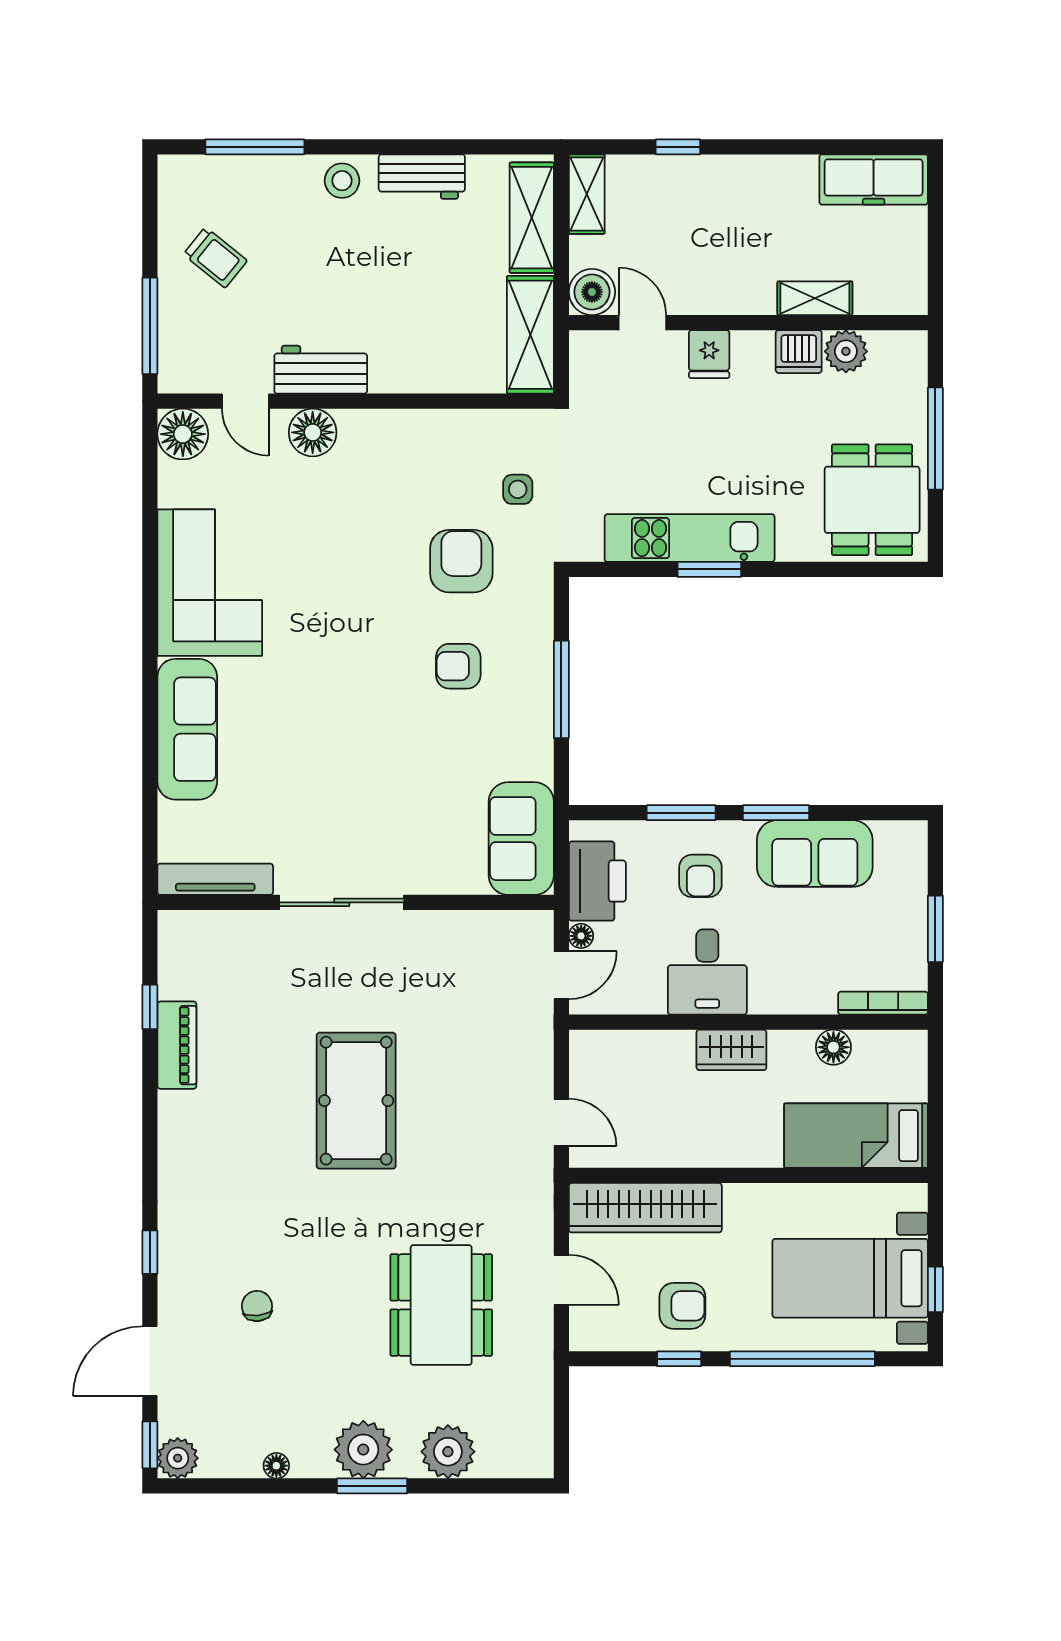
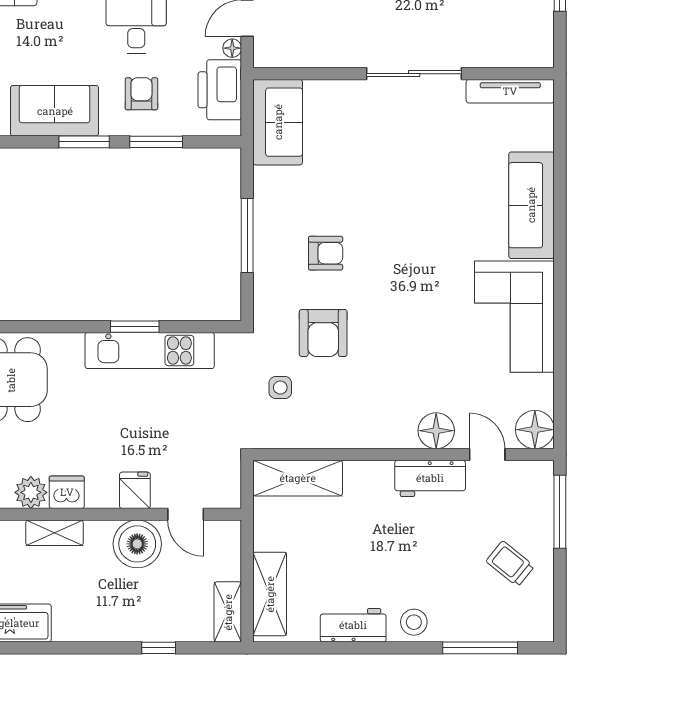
boiler: (592, 292) -> (137, 544), moved, width x1.37, depth x1.37
shelving: (530, 335) -> (298, 478), moved, turned 90

